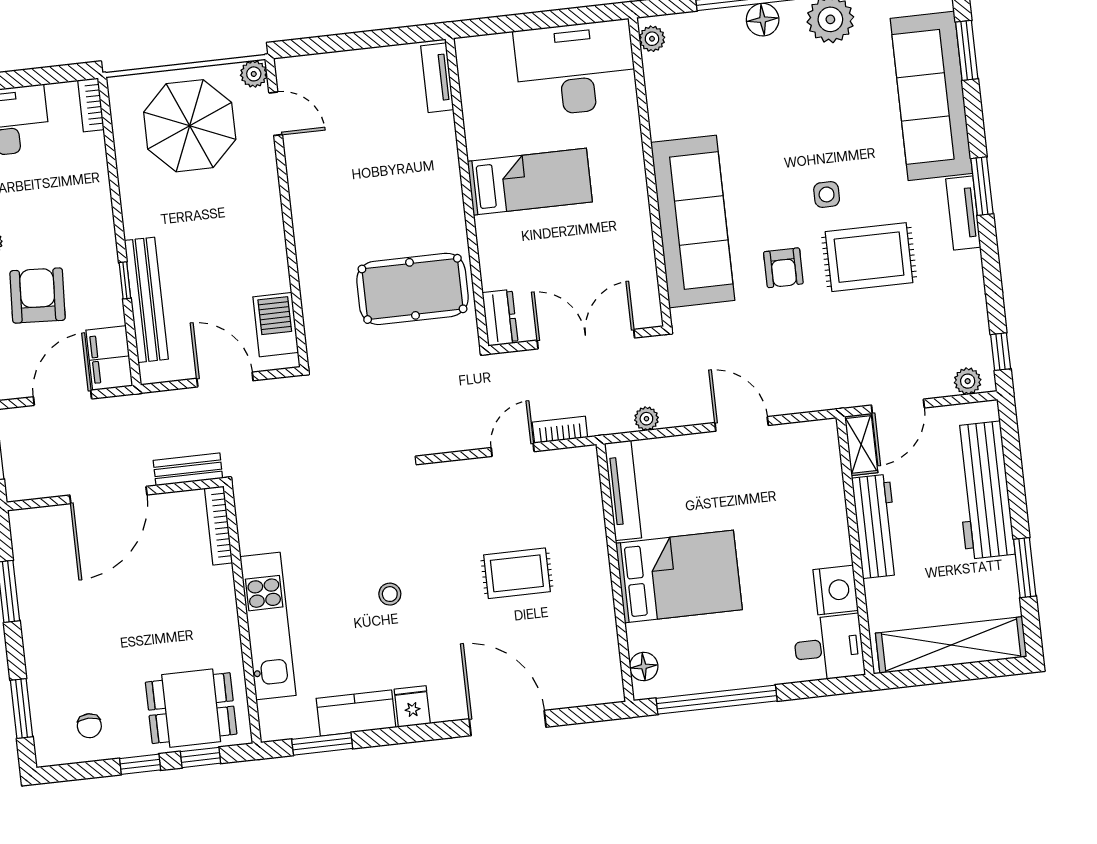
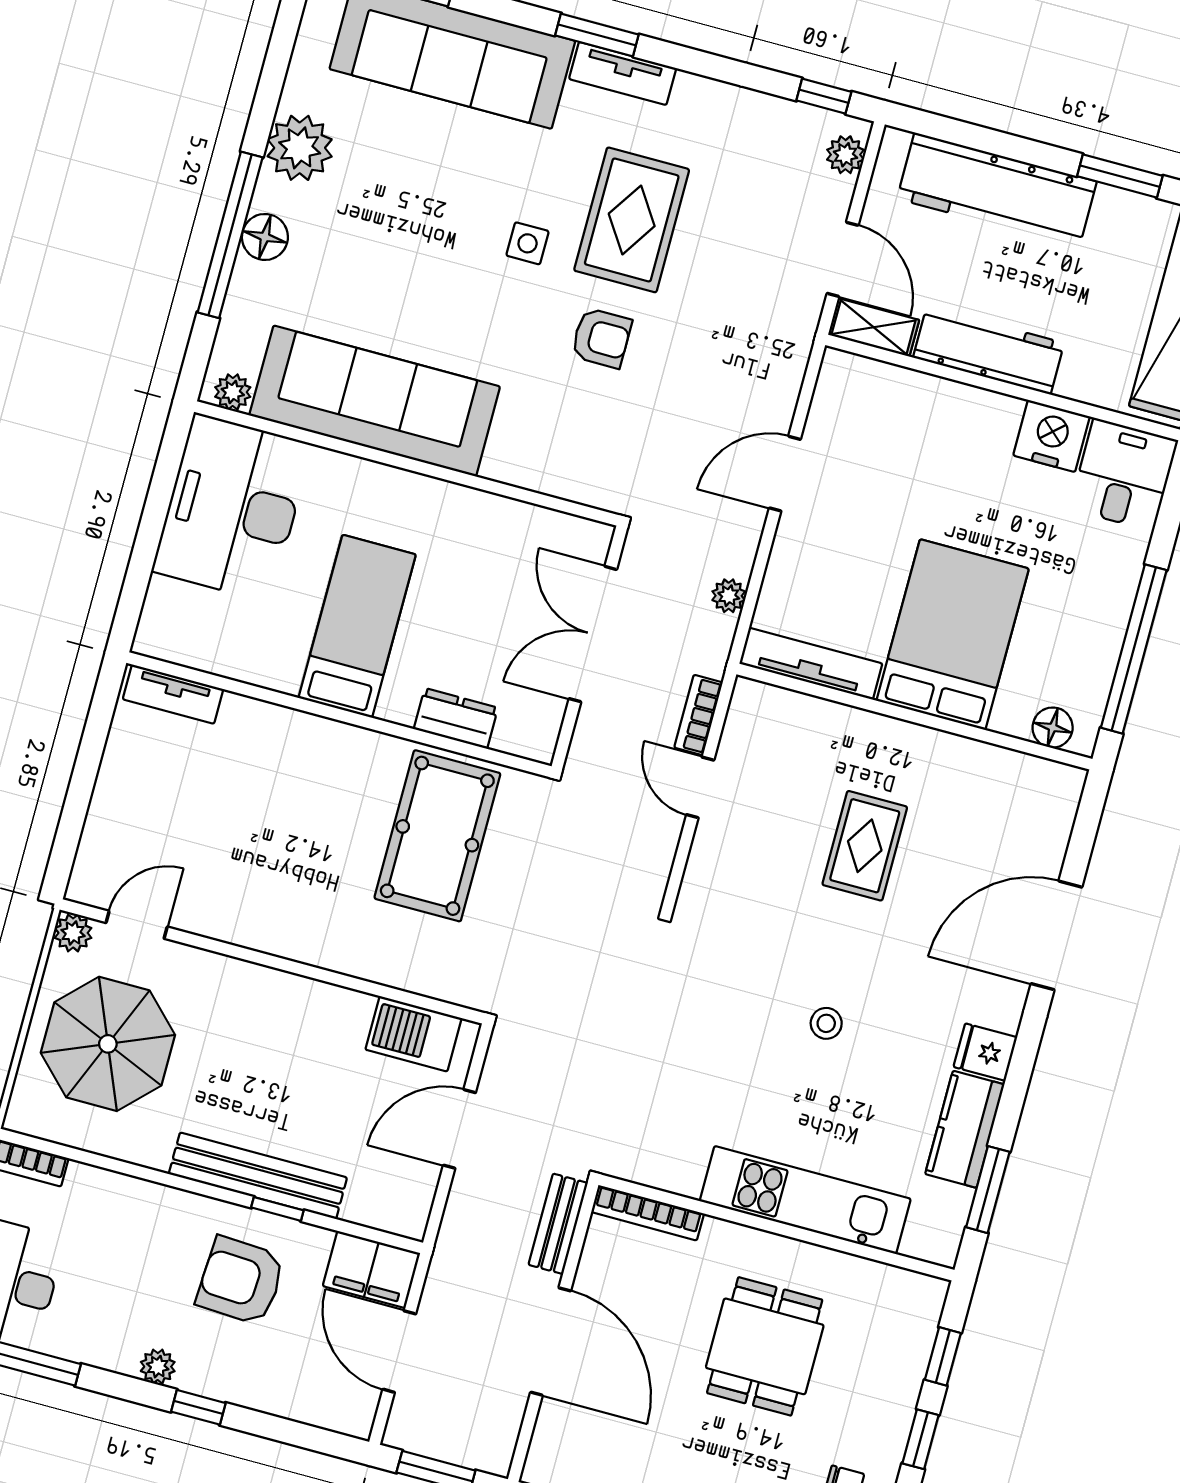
sofa: (693, 221) -> (375, 401), moved
armchair: (38, 296) -> (241, 1281), moved
bench: (146, 300) -> (258, 1176), moved
dresser: (500, 318) -> (456, 718), moved
dining table: (191, 708) -> (765, 1346), moved

